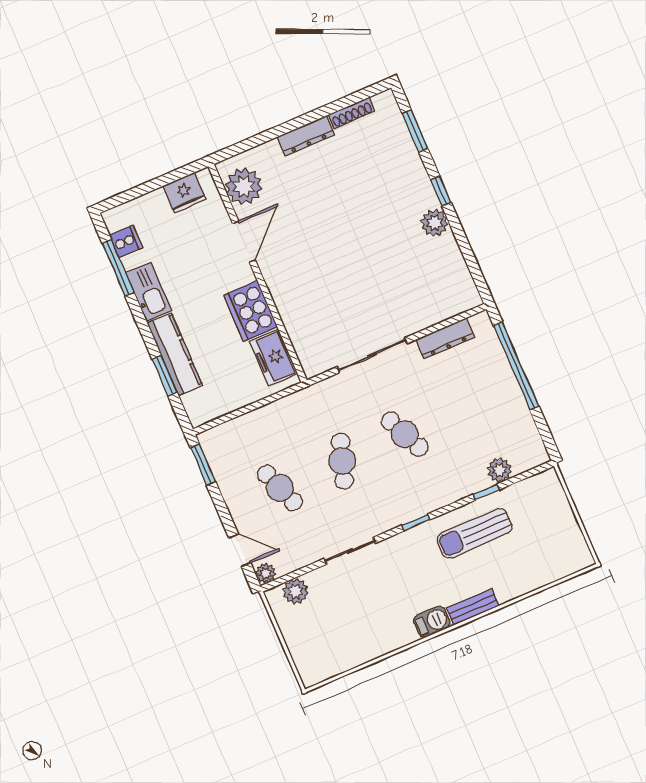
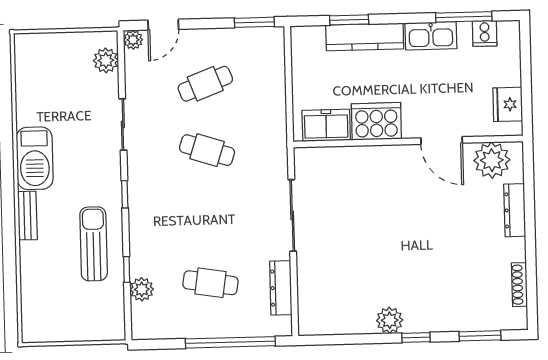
dresser: (306, 136) -> (515, 210), moved
cafe table: (405, 434) -> (210, 283), moved, turned 33
barbecue: (432, 622) -> (35, 158), width x1.88, depth x1.53

